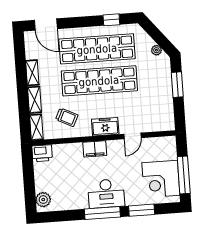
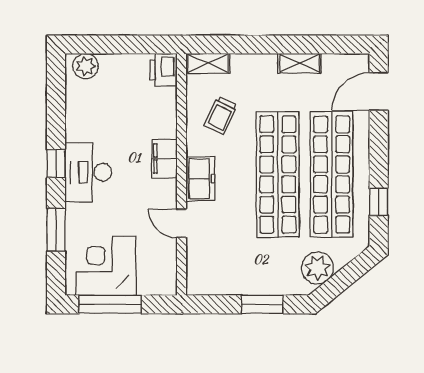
plant: (156, 50) -> (317, 268), width x1.88, depth x1.88
shelving: (35, 100) -> (254, 64), removed
window: (102, 213) -> (56, 164), width x0.46

